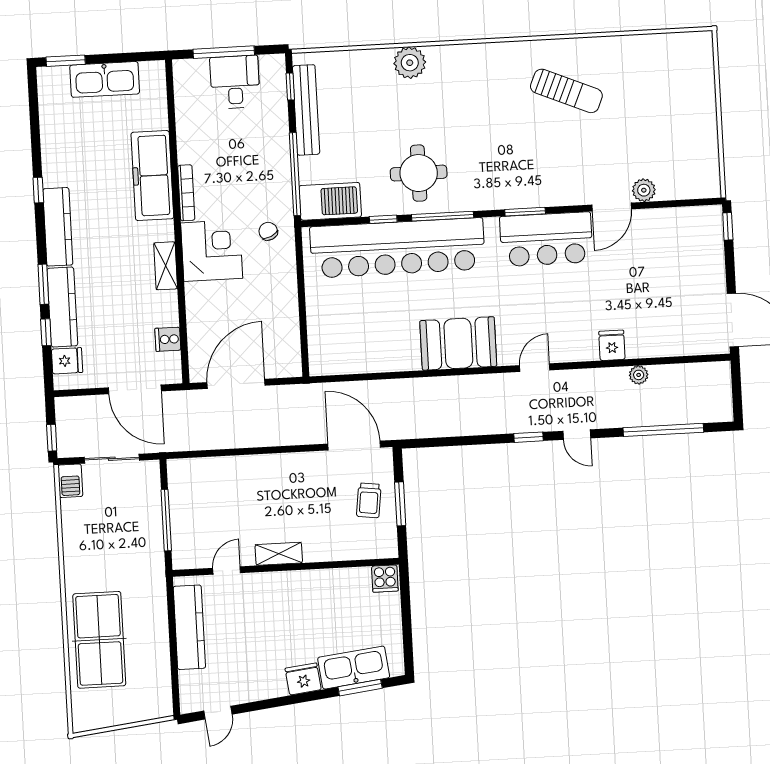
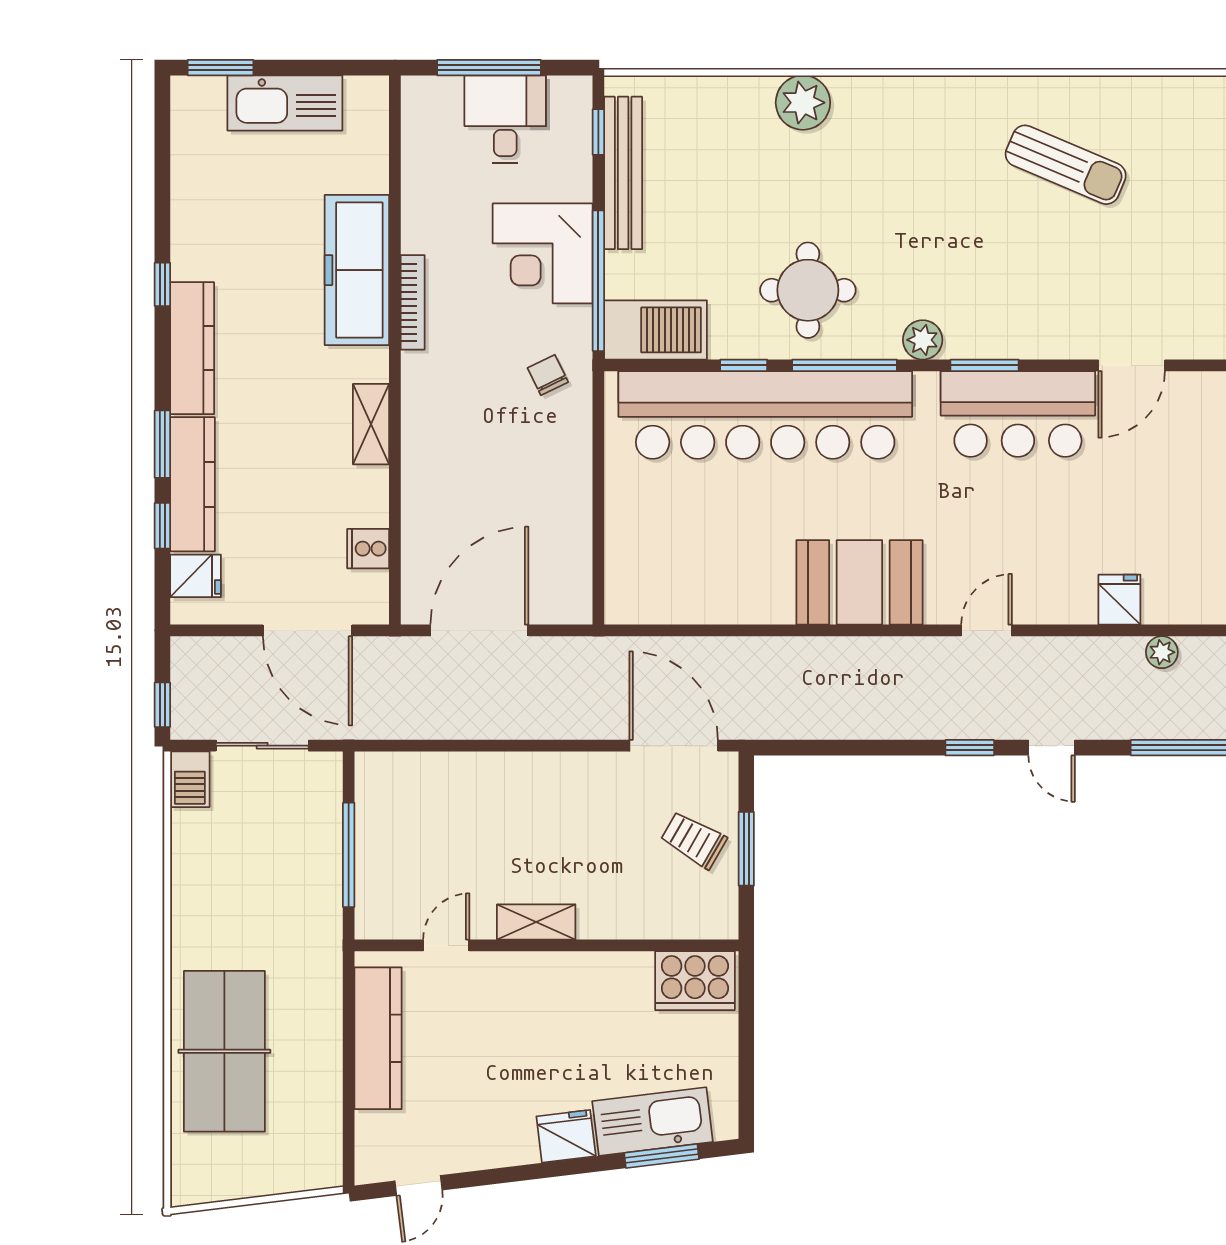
plant: (644, 190) -> (923, 340), moved
corner desk: (212, 251) -> (543, 253), moved, turned 180
trolley: (369, 500) -> (694, 840), turned 113
cooker: (385, 579) -> (695, 981), width x1.87, depth x1.31

